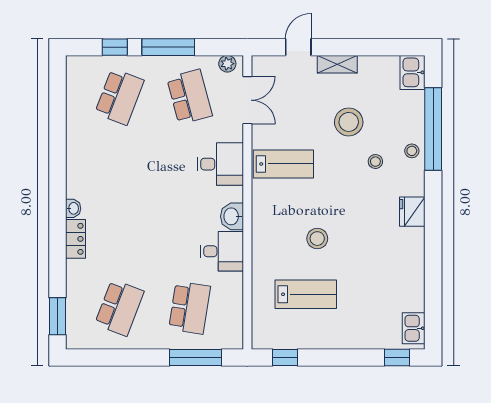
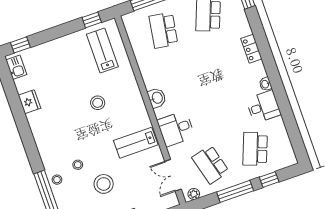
washbasin: (73, 208) -> (265, 84), moved
fridge: (412, 212) -> (29, 102), moved
desk: (222, 251) -> (263, 107), moved, turned 180
lab bench: (306, 294) -> (102, 50), moved, turned 90

